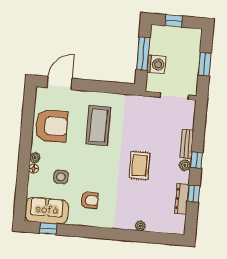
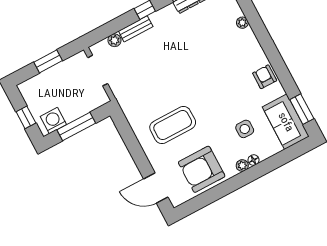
washing machine: (156, 64) -> (53, 120), moved
armchair: (52, 126) -> (202, 169), turned -90
plant: (185, 165) -> (115, 40), moved
rug: (139, 166) -> (185, 61), removed
armchair: (90, 200) -> (265, 77), moved
window: (48, 228) -> (302, 109), width x1.50

